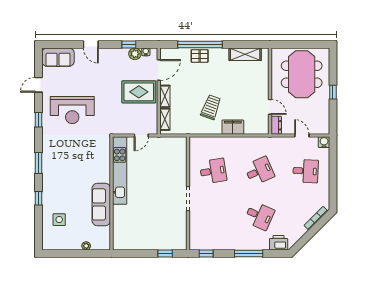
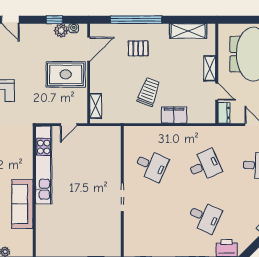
pallet: (200, 56) -> (138, 48), moved
shelving: (165, 96) -> (210, 68), moved
desk: (213, 171) -> (151, 166), turned 33

